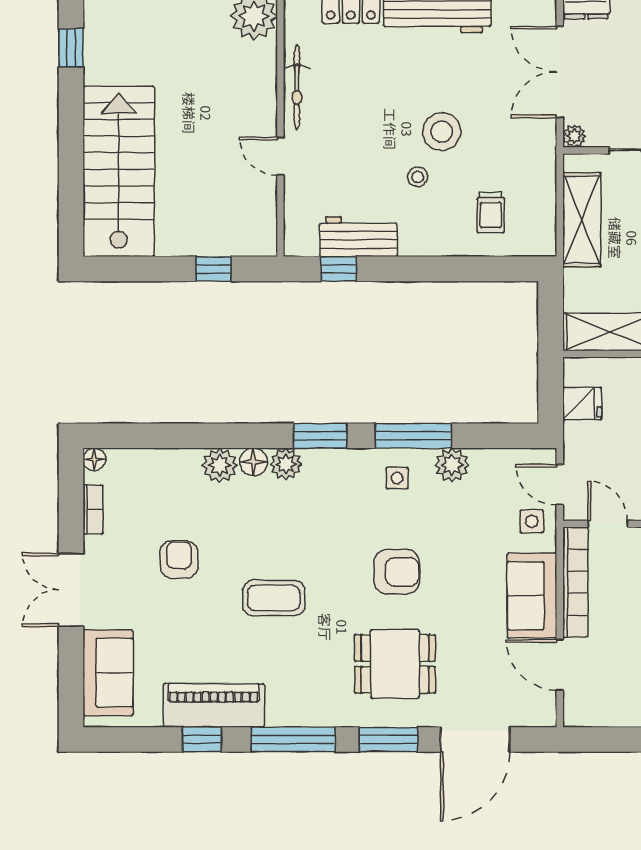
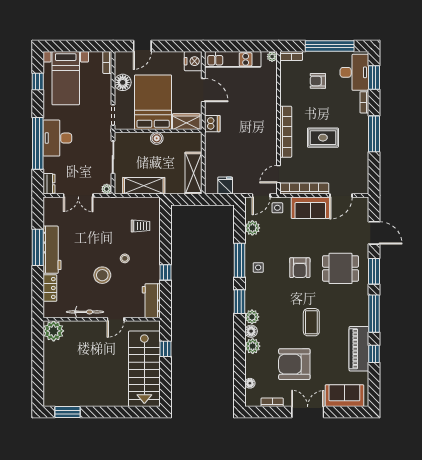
window: (71, 48) -> (67, 412), width x1.50
double door: (560, 72) -> (78, 195), width x0.73
stool: (442, 132) -> (102, 275), moved
stairs: (119, 171) -> (144, 369), moved, turned -90
workbench: (358, 237) -> (151, 301), moved
window: (339, 269) -> (166, 272), moved
floor lamp: (94, 459) -> (250, 383), moved
plant: (452, 465) -> (252, 228), moved
armchair: (179, 560) -> (294, 364), width x1.88, depth x1.88
armchair: (397, 572) -> (300, 268), turned 180
double door: (71, 590) -> (308, 412), swing flipped
dining table: (395, 664) -> (341, 268), turned 90
door: (475, 739) -> (374, 233), width x0.73

